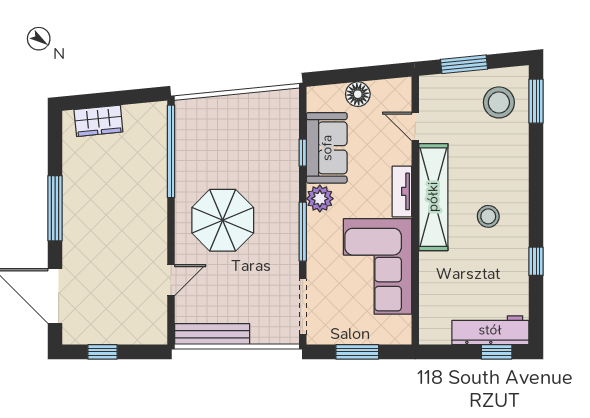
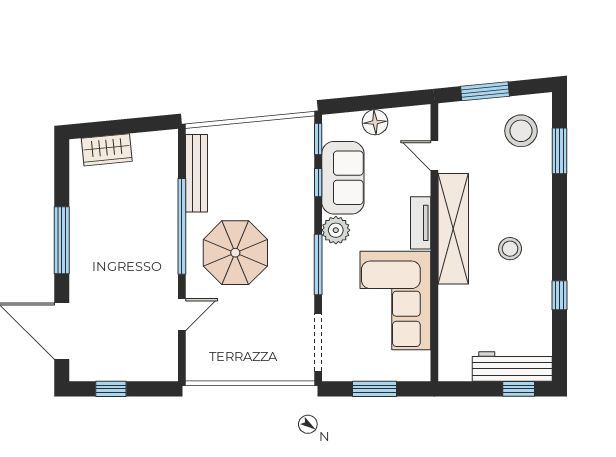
window: (536, 101) -> (560, 151), moved
window: (303, 110) -> (318, 139), added
window: (171, 151) -> (182, 226), moved
bench: (212, 334) -> (196, 173), moved, turned 90

